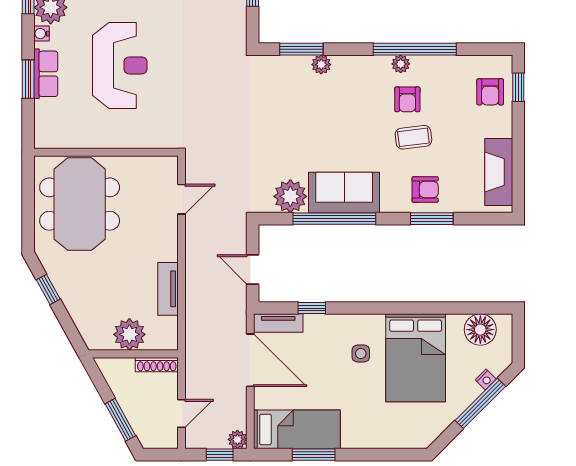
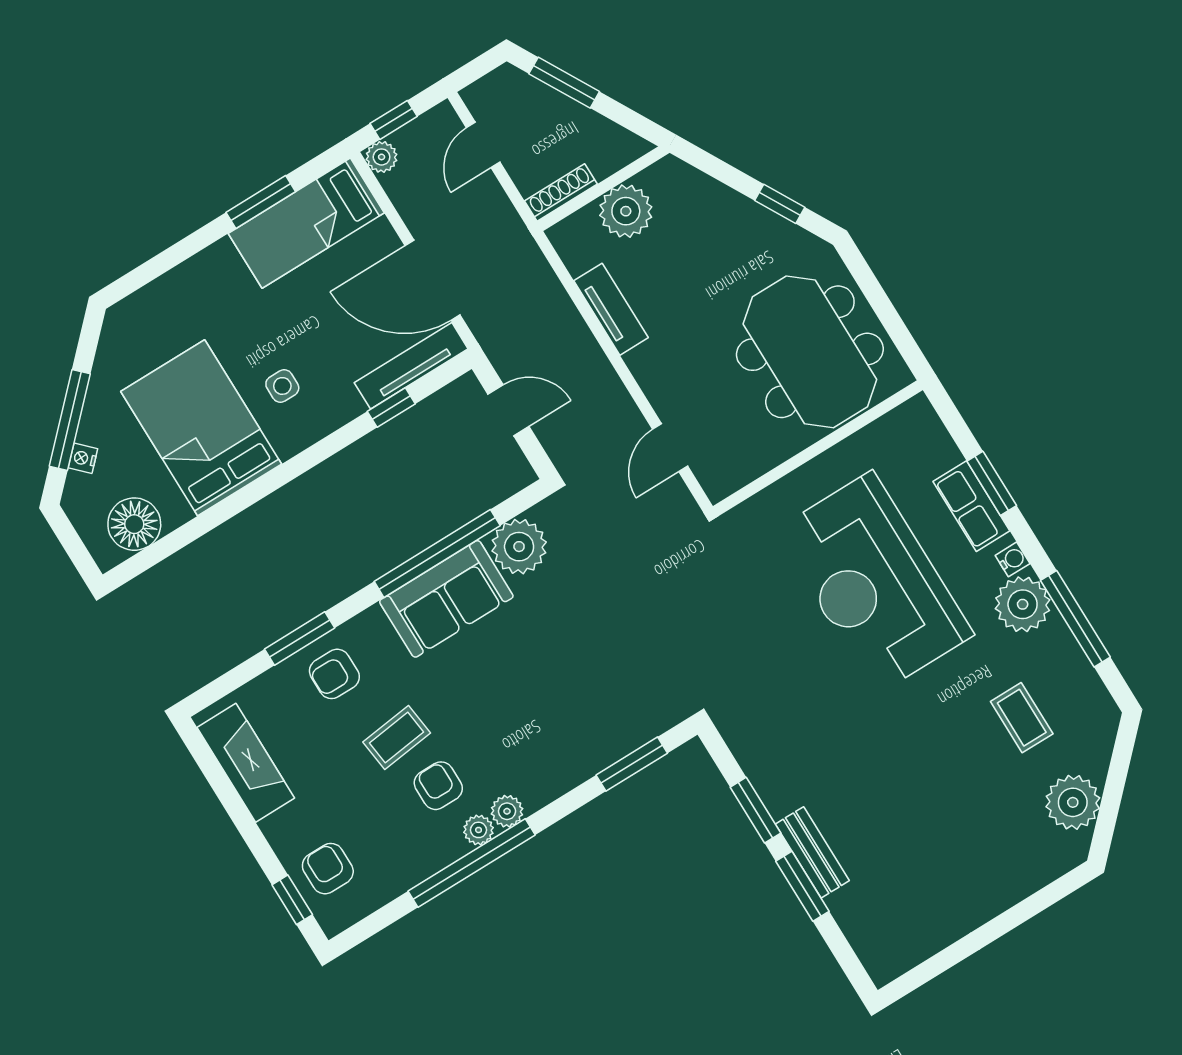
reception desk: (120, 65) -> (874, 583), width x1.36, depth x1.30
plant: (321, 65) -> (507, 811), moved
tv unit: (278, 323) -> (411, 366), width x1.41

